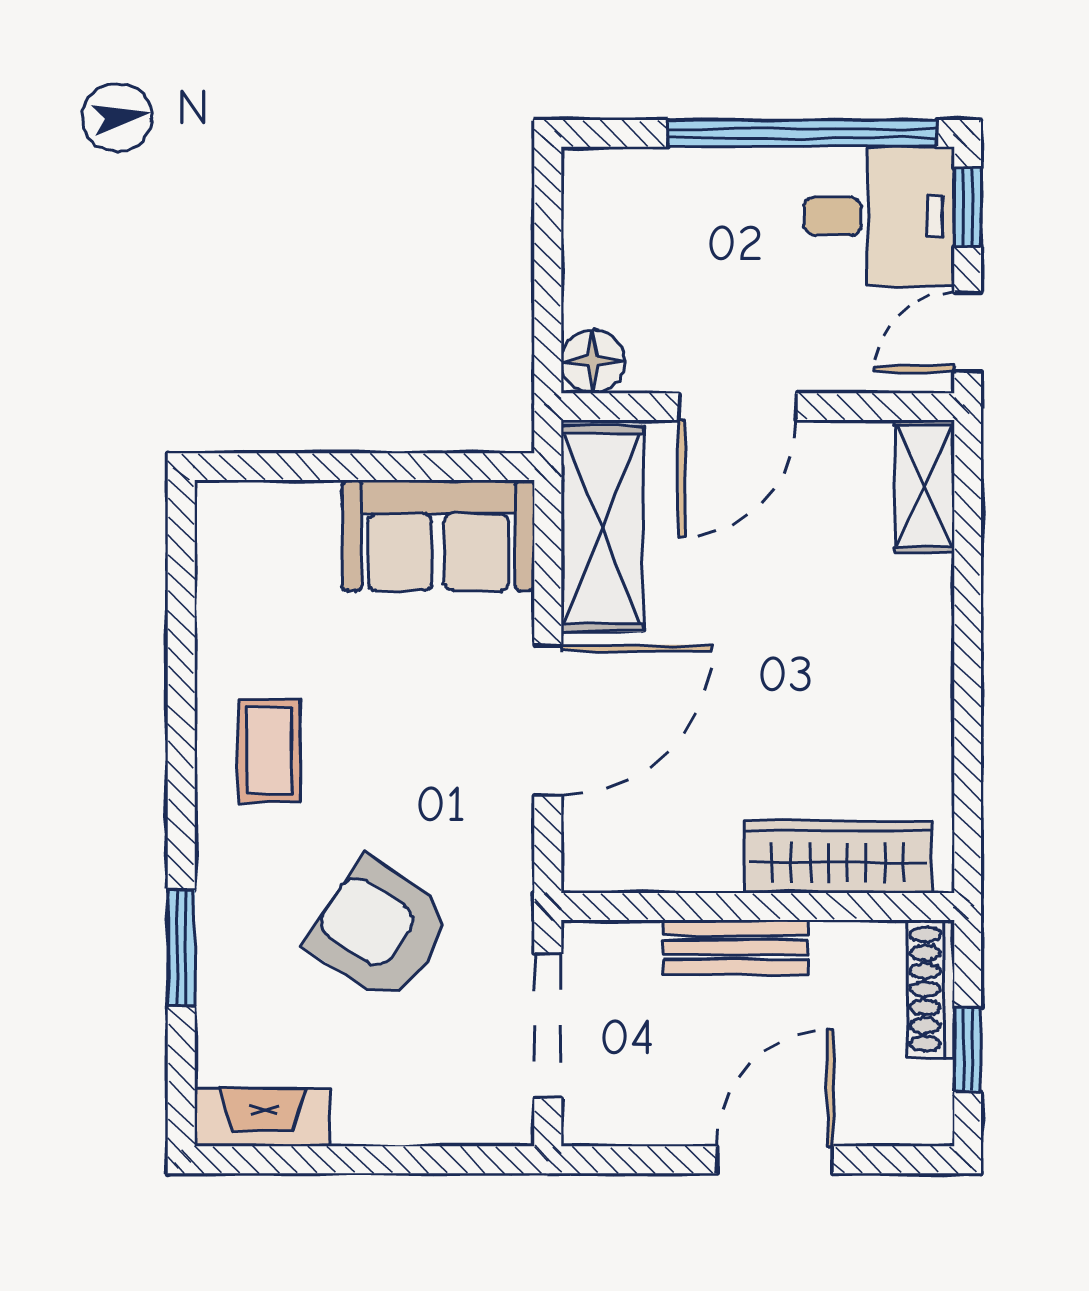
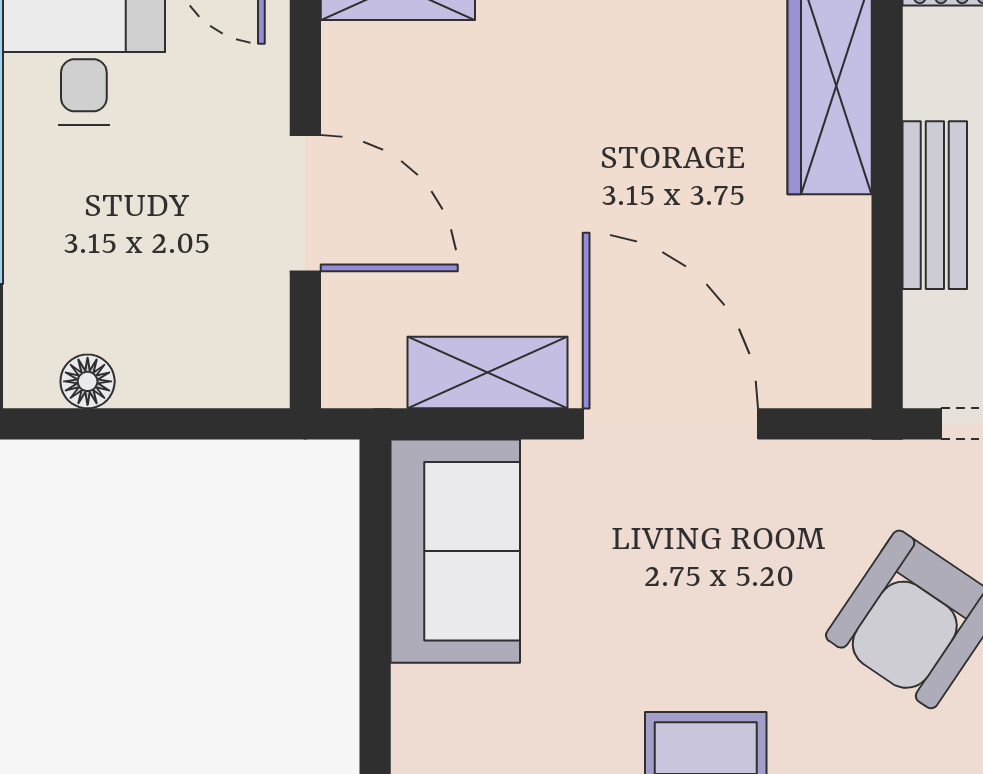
floor lamp: (593, 361) -> (88, 381), moved, width x0.73, depth x0.73
shelving: (602, 529) -> (488, 372), width x0.67, depth x0.75

